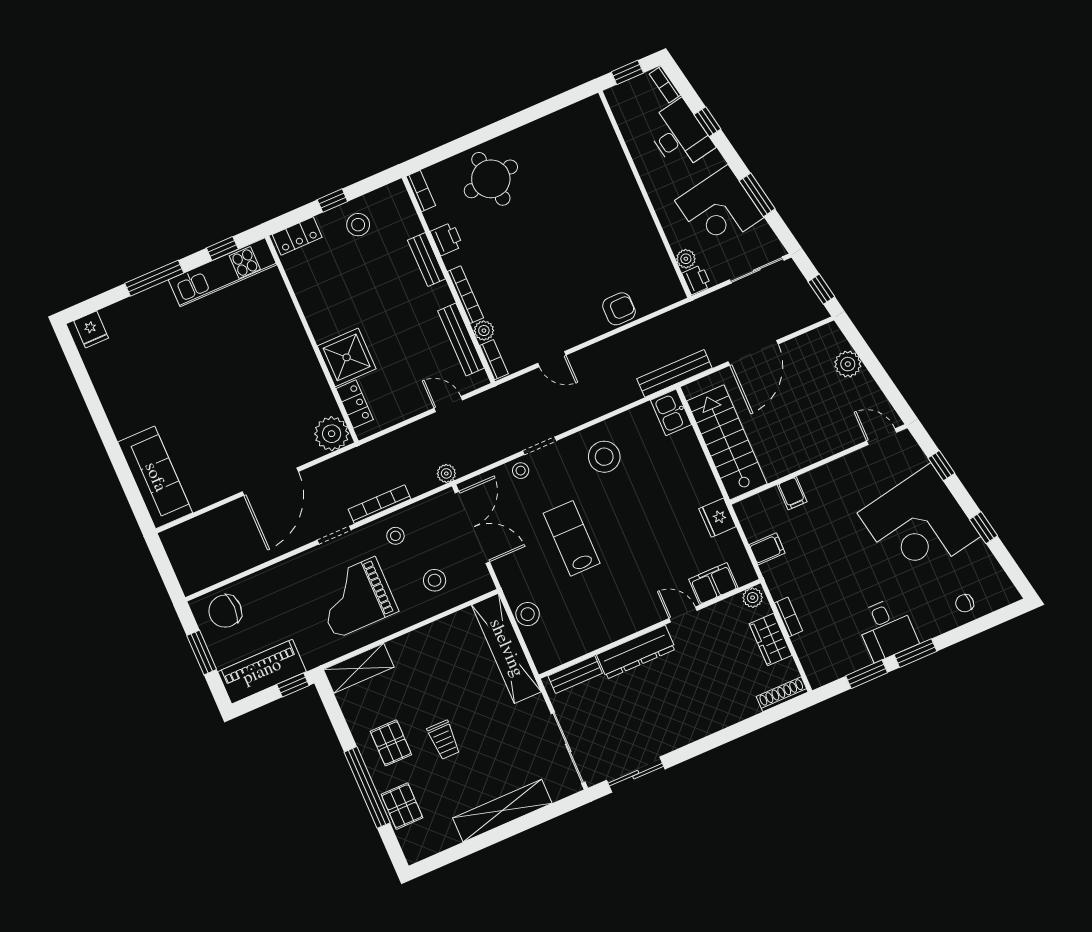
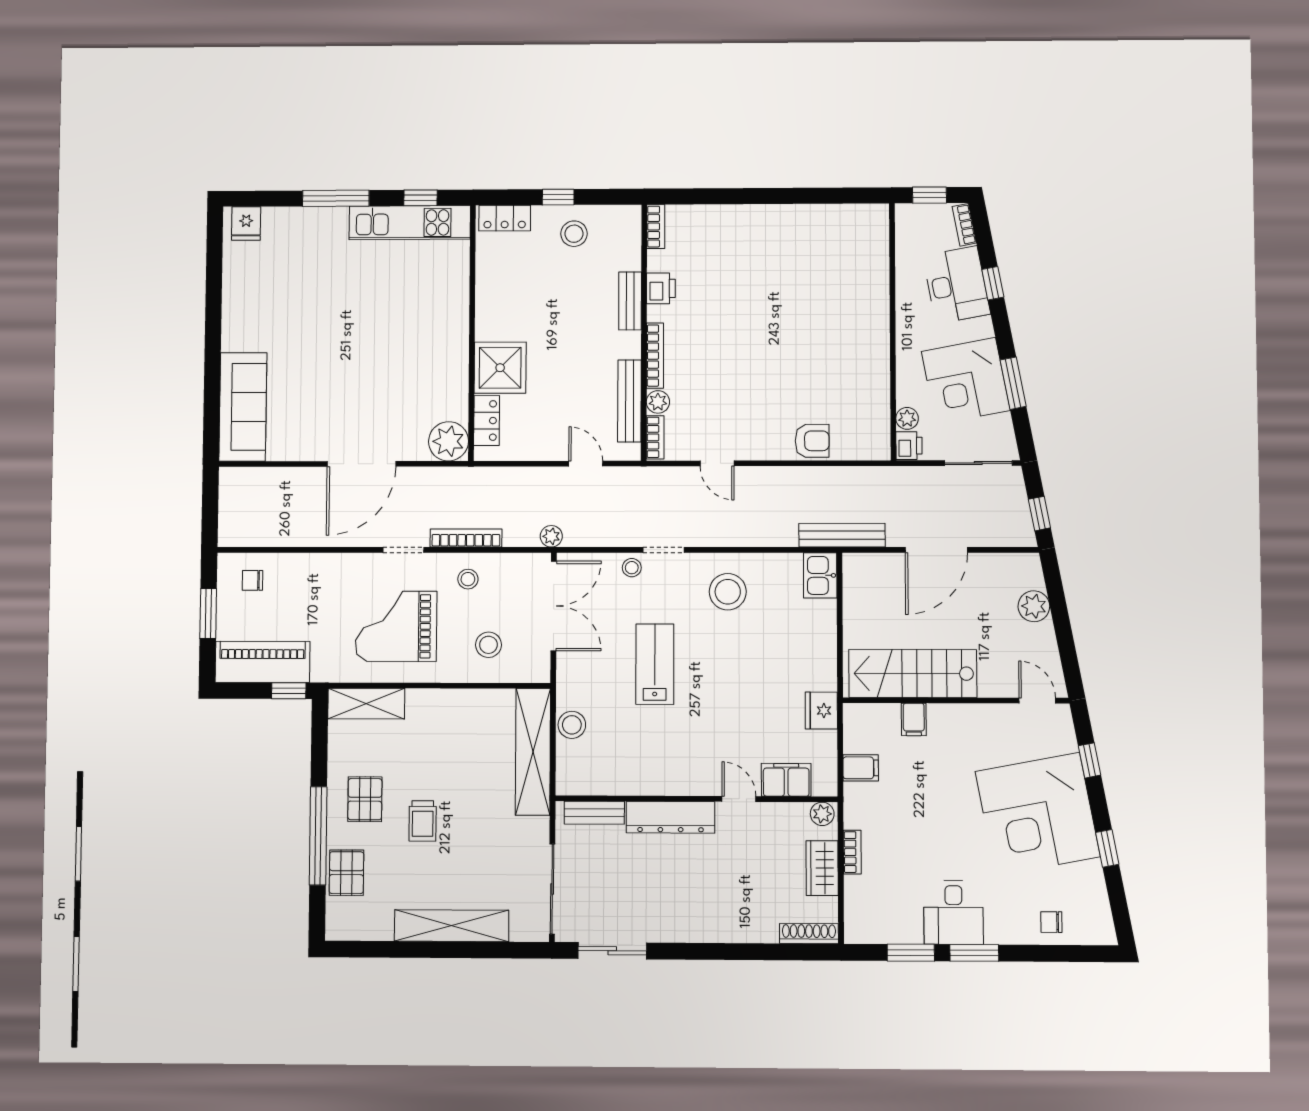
round table: (491, 179) -> (735, 245), removed
stairs: (727, 442) -> (913, 673), moved, turned -90
chair: (225, 611) -> (253, 580), width x0.54, depth x0.54

